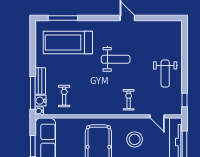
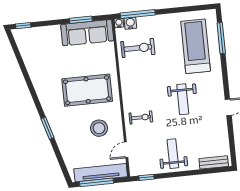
weight bench: (165, 74) -> (173, 154), turned 90
bench: (40, 81) -> (214, 162), moved
exercise bike: (64, 96) -> (138, 48), width x1.38, depth x1.39

